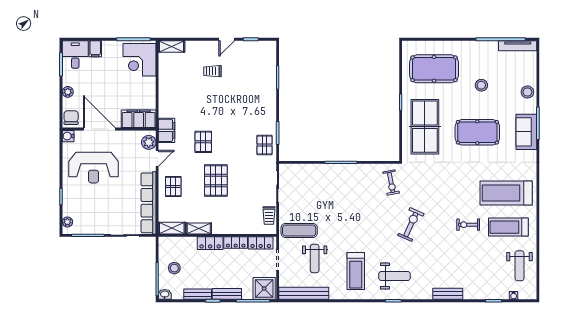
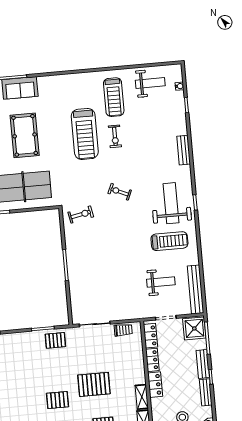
treadmill: (506, 193) -> (85, 134), moved
exercise bike: (411, 224) -> (120, 192), width x0.73, depth x0.72
exercise mat: (299, 230) -> (135, 299), removed
weight bench: (395, 276) -> (171, 203), width x1.36, depth x1.33

